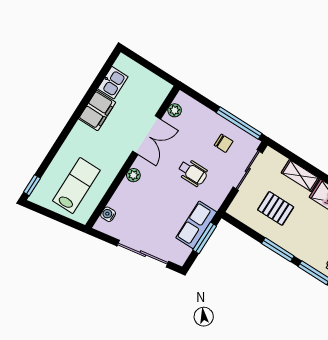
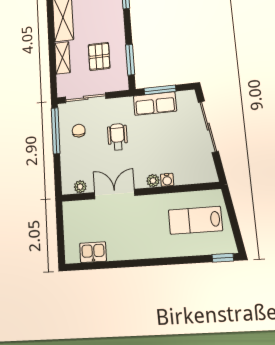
filing cabinet: (97, 111) -> (124, 248), removed
water cooler: (108, 214) -> (167, 180), moved
window: (278, 250) -> (130, 60), moved

